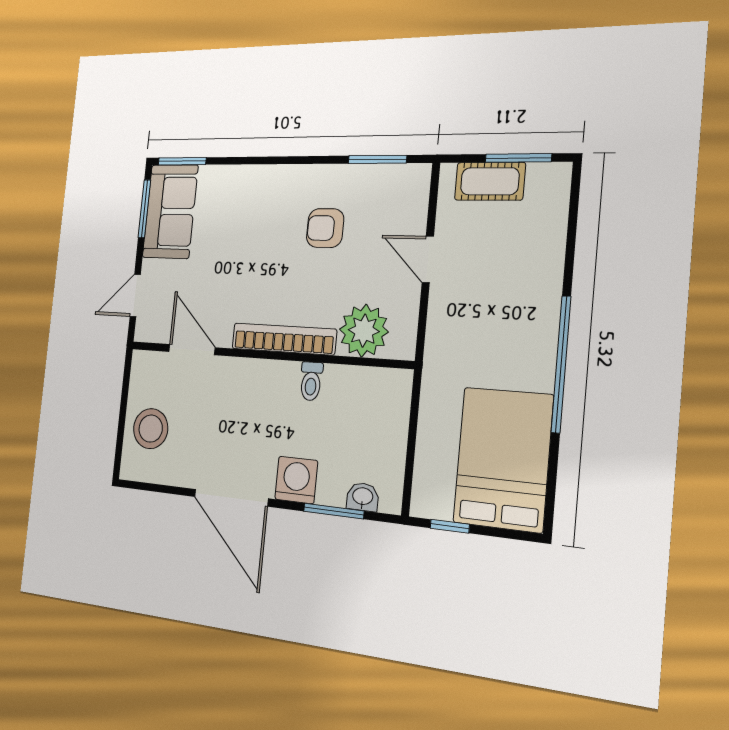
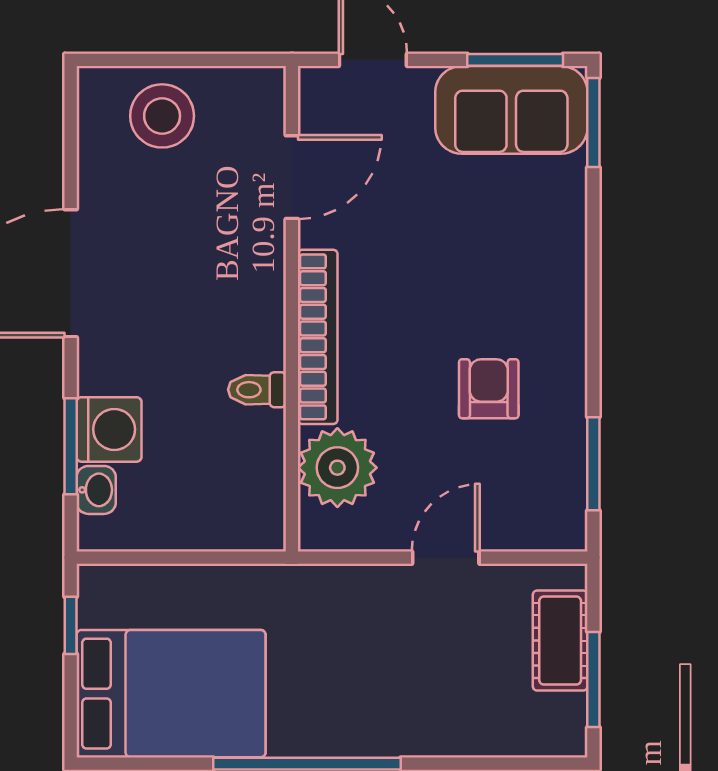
washing machine: (296, 480) -> (109, 429), moved

